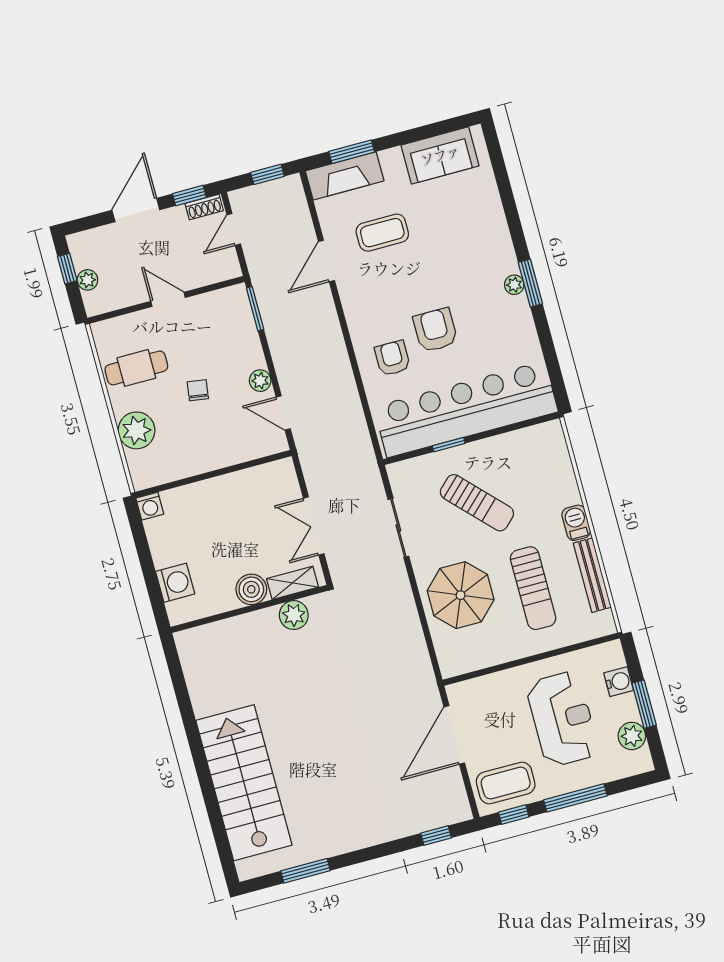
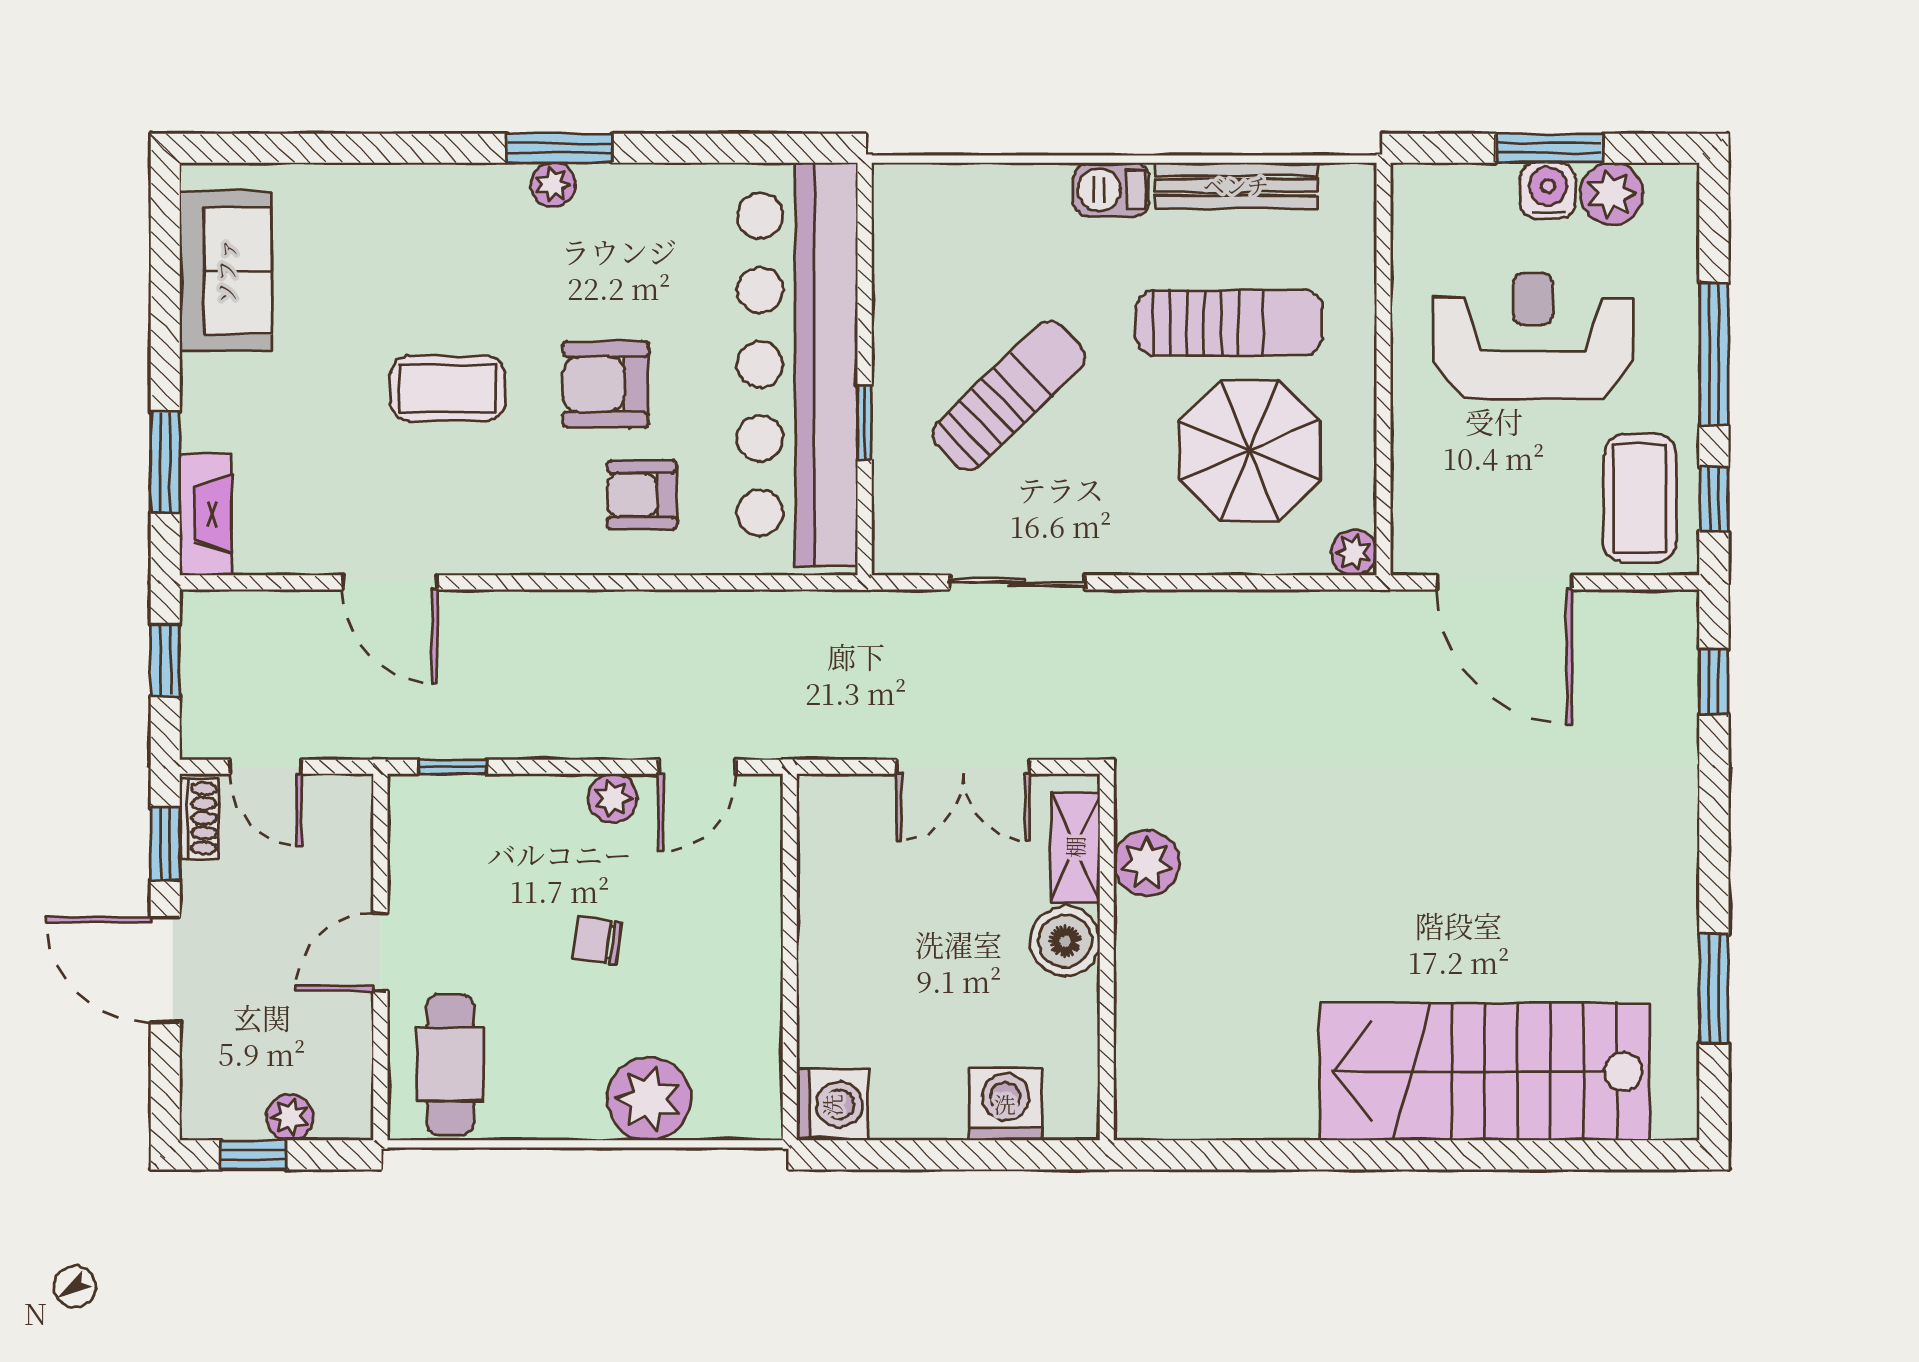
fireplace: (345, 176) -> (206, 514), width x0.73, depth x0.76
coffee table: (382, 233) -> (448, 388), moved, turned 90
window: (255, 309) -> (452, 767), width x0.67
cafe table: (136, 368) -> (450, 1064), moved
washing machine: (150, 506) -> (832, 1105), width x1.38, depth x1.38
parasol: (461, 595) -> (1250, 451), moved
plant: (450, 668) -> (1354, 553), added
water cooler: (619, 682) -> (1548, 190), moved

